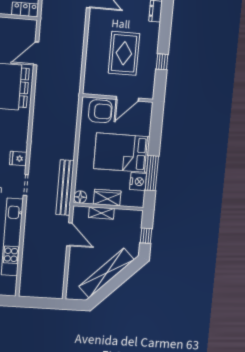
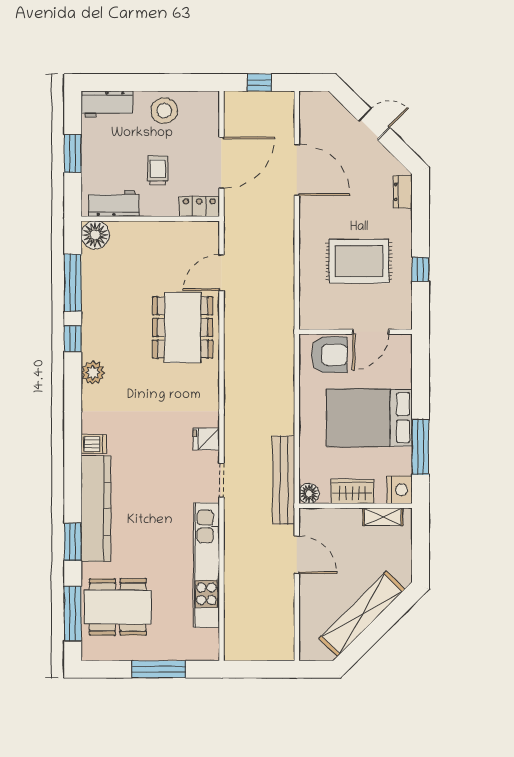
rug: (124, 53) -> (359, 261), turned 90
nightstand: (138, 182) -> (400, 490), moved
shelving: (101, 213) -> (383, 517), moved
window: (146, 236) -> (420, 549), removed

